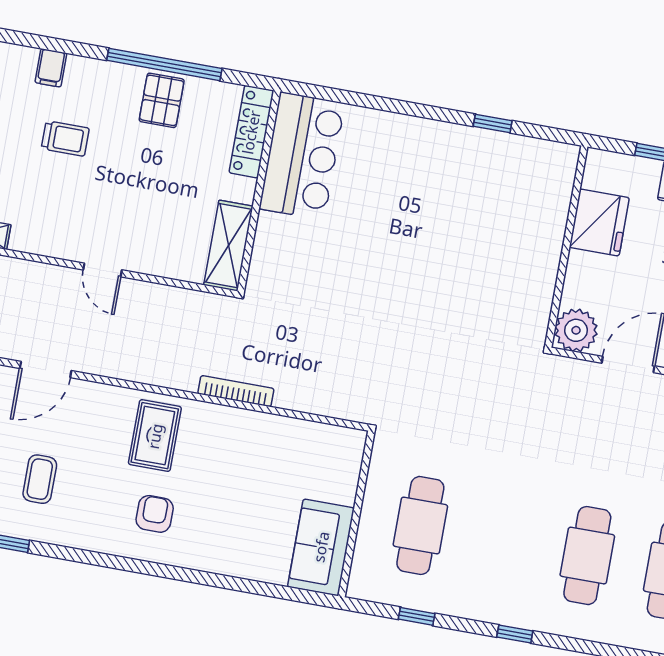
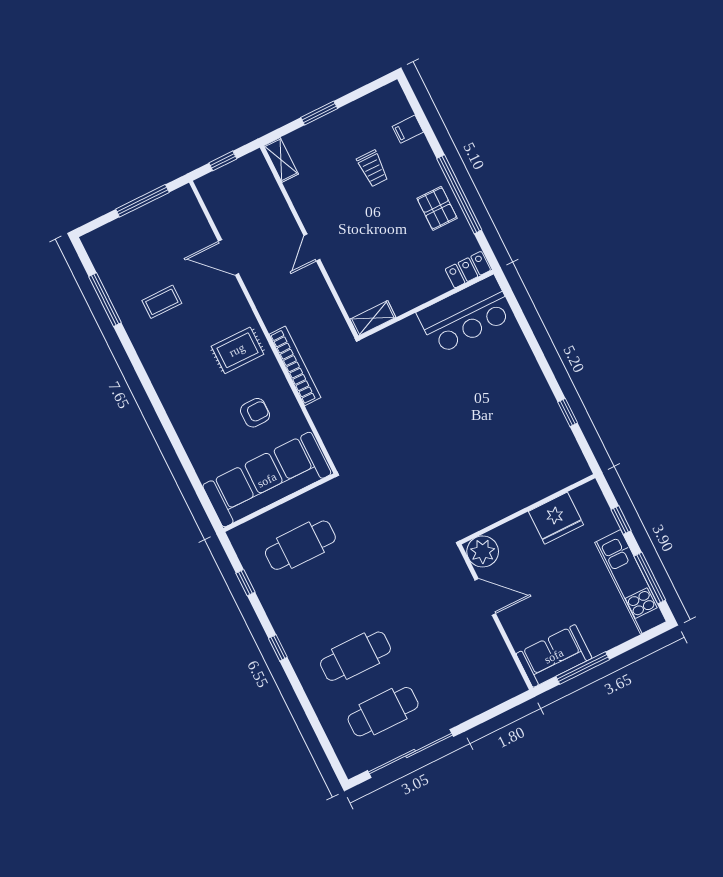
pallet: (162, 100) -> (437, 208), turned 90
locker: (251, 132) -> (468, 270), width x0.66
shelving: (228, 246) -> (373, 318), width x0.67, depth x0.75
bookcase: (236, 391) -> (295, 366), width x1.48, depth x1.31
armchair: (155, 514) -> (255, 413), moved
sofa: (321, 547) -> (267, 480), width x1.85, depth x1.27

